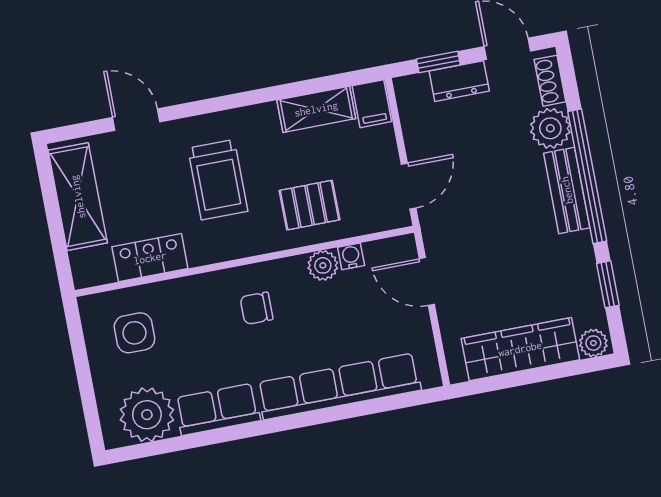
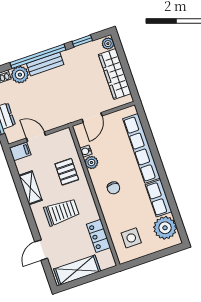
shelving: (316, 109) -> (30, 188), moved
door: (409, 186) -> (36, 137), moved

